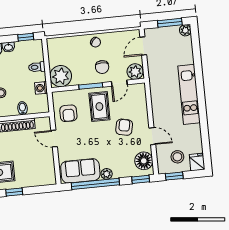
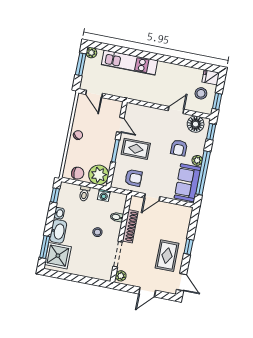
chair: (102, 67) -> (78, 173), moved
plant: (135, 72) -> (114, 108), removed
kitchen unit: (189, 94) -> (130, 63), moved
armchair: (124, 127) -> (179, 148), moved, turned -102

